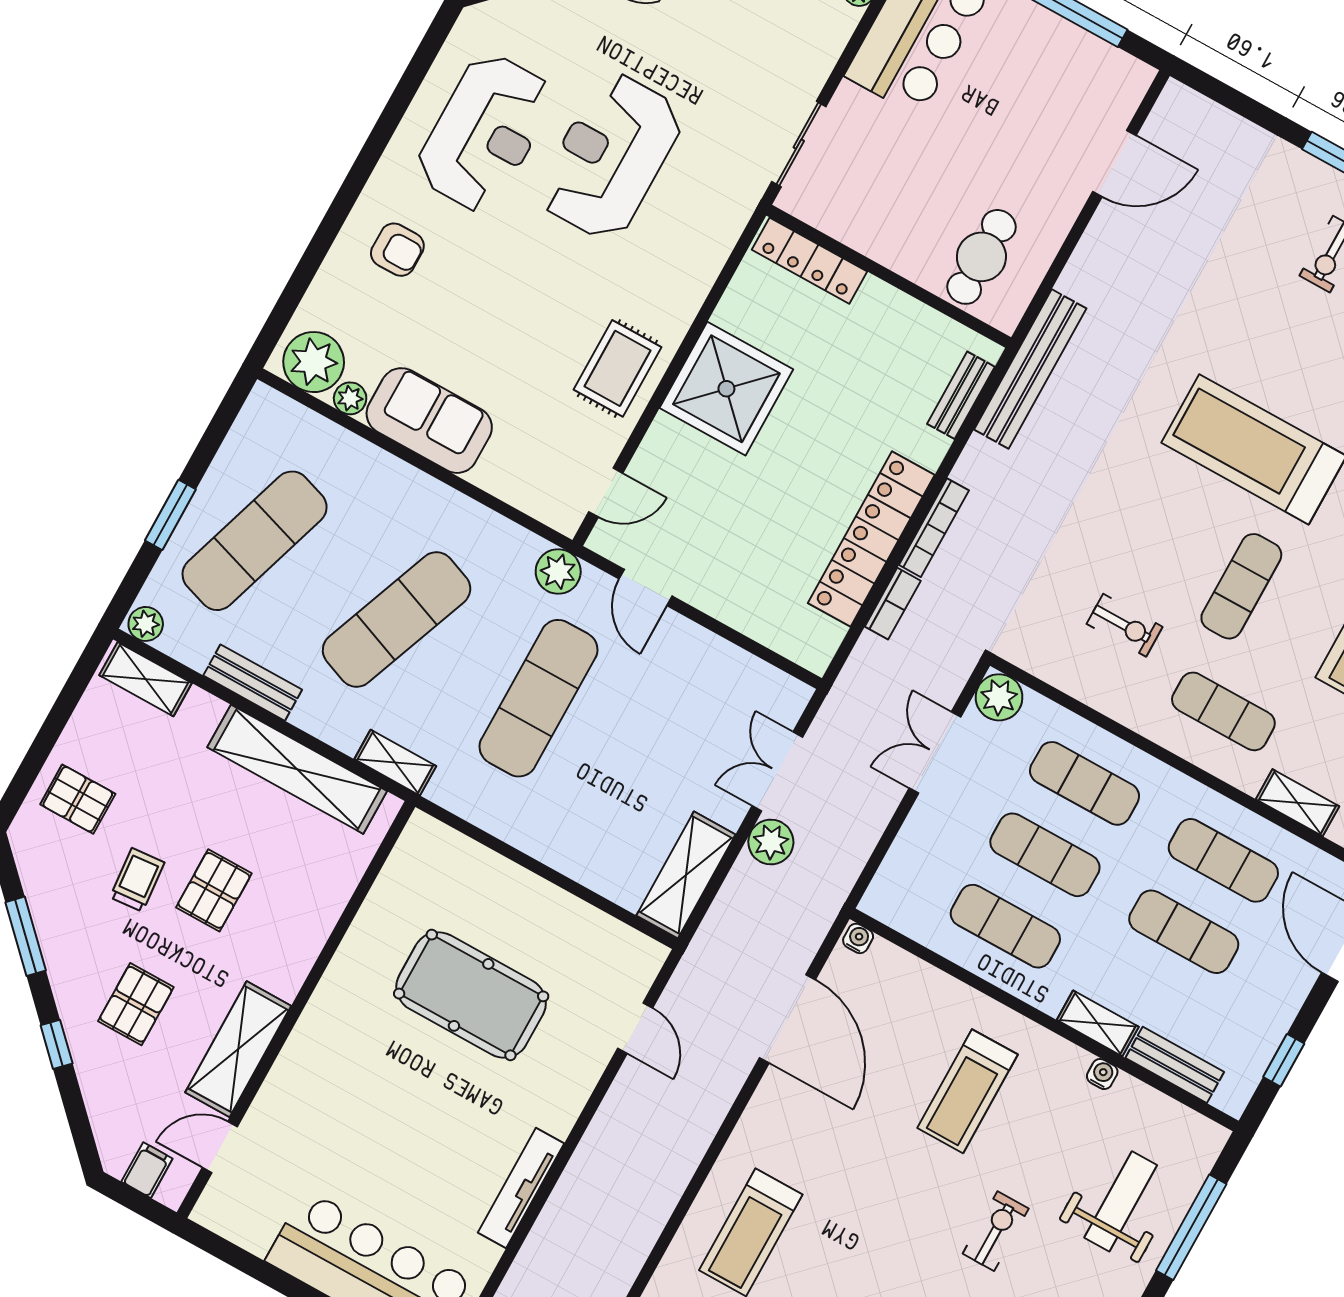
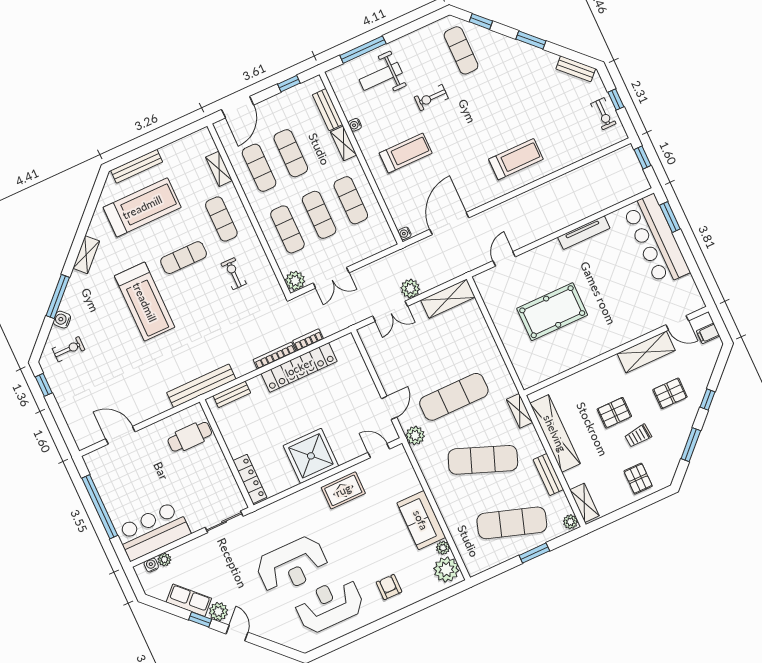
pool table: (471, 995) -> (552, 312), turned 90

